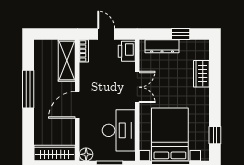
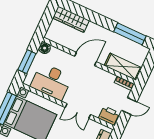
window: (28, 89) -> (130, 34), moved
door: (77, 105) -> (86, 59), hinge flipped
wardrobe: (55, 153) -> (71, 19), moved, turned 90

